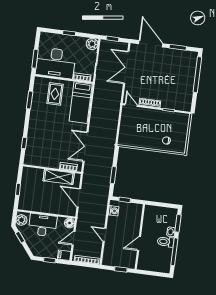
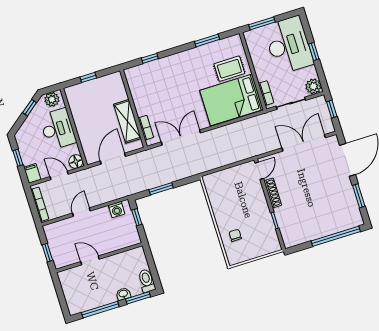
desk: (56, 63) -> (289, 45), moved, turned 180
bed: (81, 103) -> (231, 100), width x1.50
toilet: (166, 242) -> (147, 281), moved

